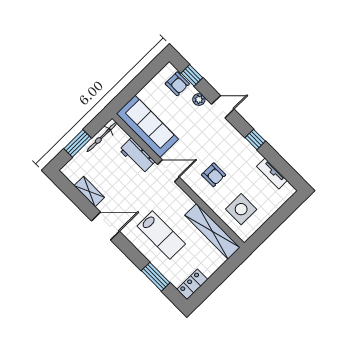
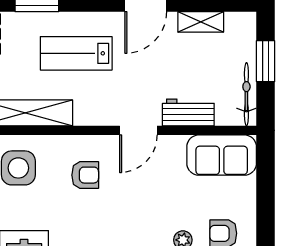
sofa: (147, 126) -> (222, 155), width x0.73
armchair: (214, 175) -> (85, 175), turned 180

